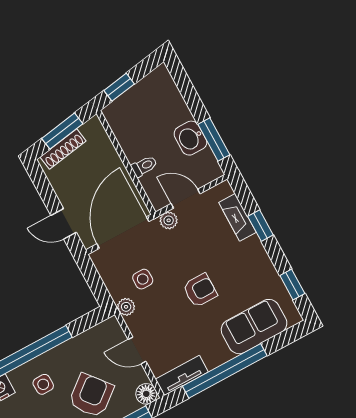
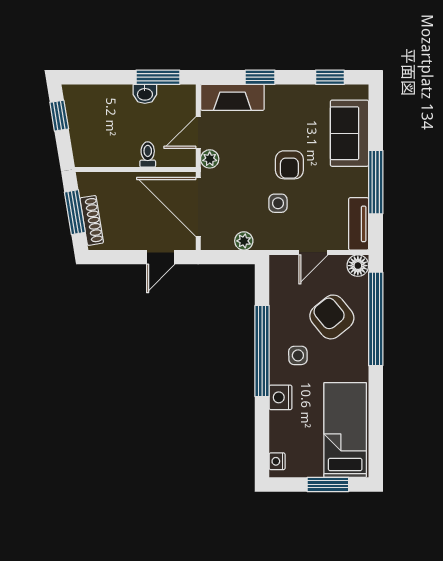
window: (119, 87) -> (59, 116), moved
washbasin: (190, 138) -> (145, 94), width x0.72, depth x0.69
fireplace: (237, 217) -> (232, 97), width x1.37, depth x1.32
side table: (143, 279) -> (278, 203), moved
armchair: (200, 290) -> (289, 165), turned 180
plant: (126, 307) -> (244, 241), moved
window: (225, 371) -> (376, 182), width x0.68

